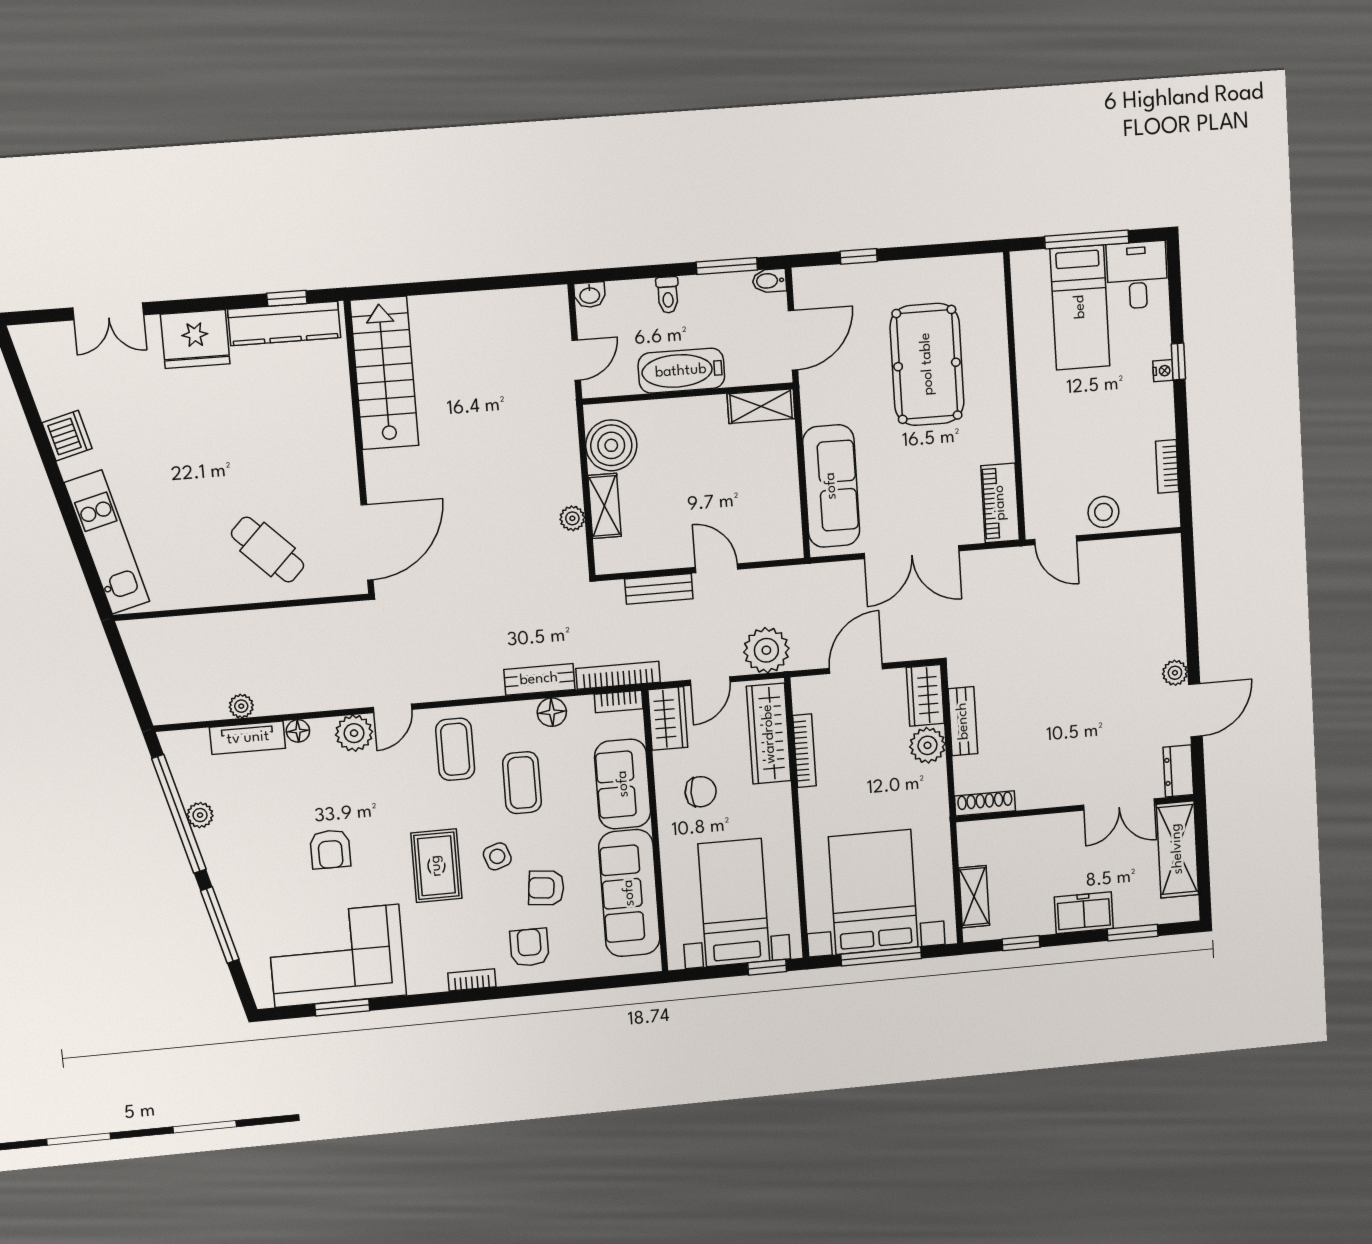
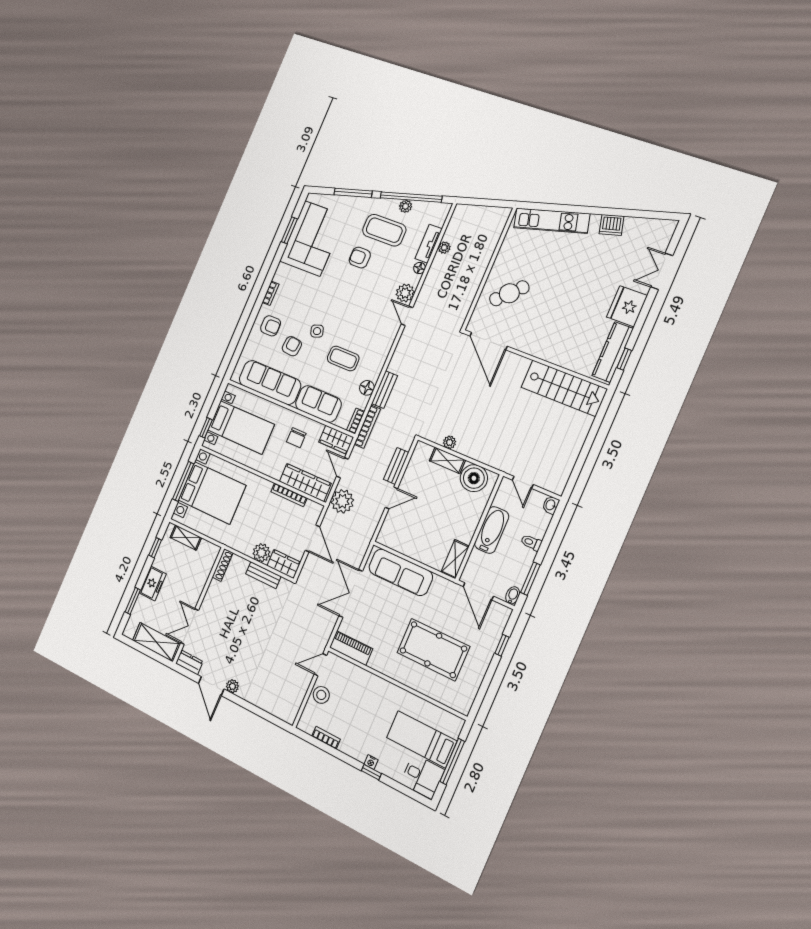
coffee table: (455, 749) -> (384, 230), moved, width x1.36, depth x1.32
rug: (436, 866) -> (327, 302), removed

